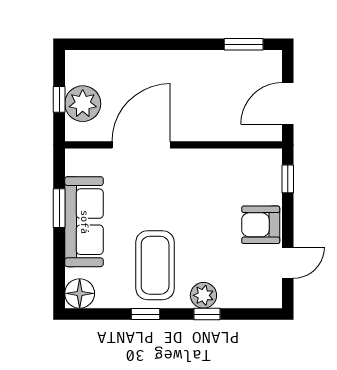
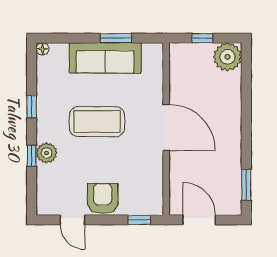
plant: (83, 104) -> (227, 57), moved
door: (141, 145) -> (166, 127), moved
coffee table: (155, 265) -> (97, 122), moved
floor lamp: (80, 293) -> (42, 49), width x0.53, depth x0.53

